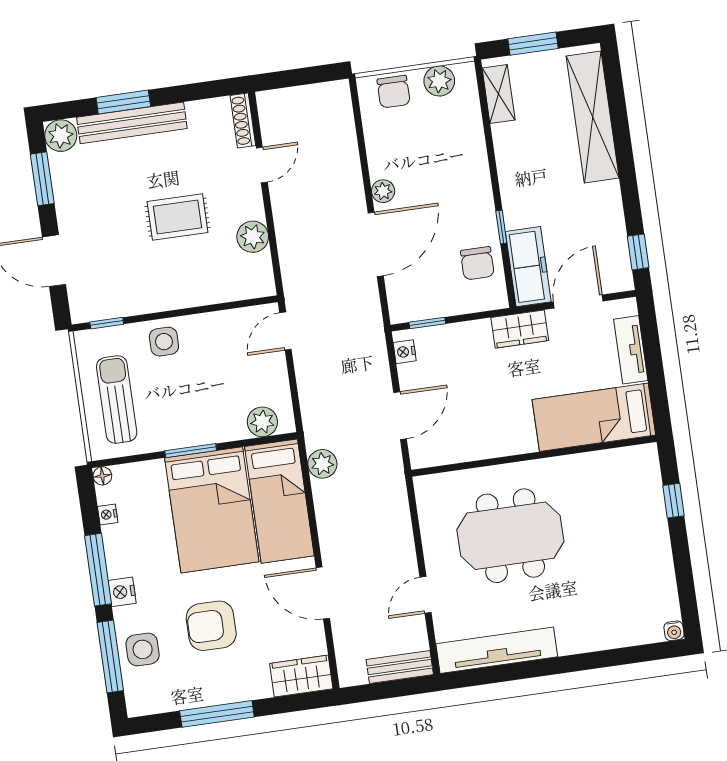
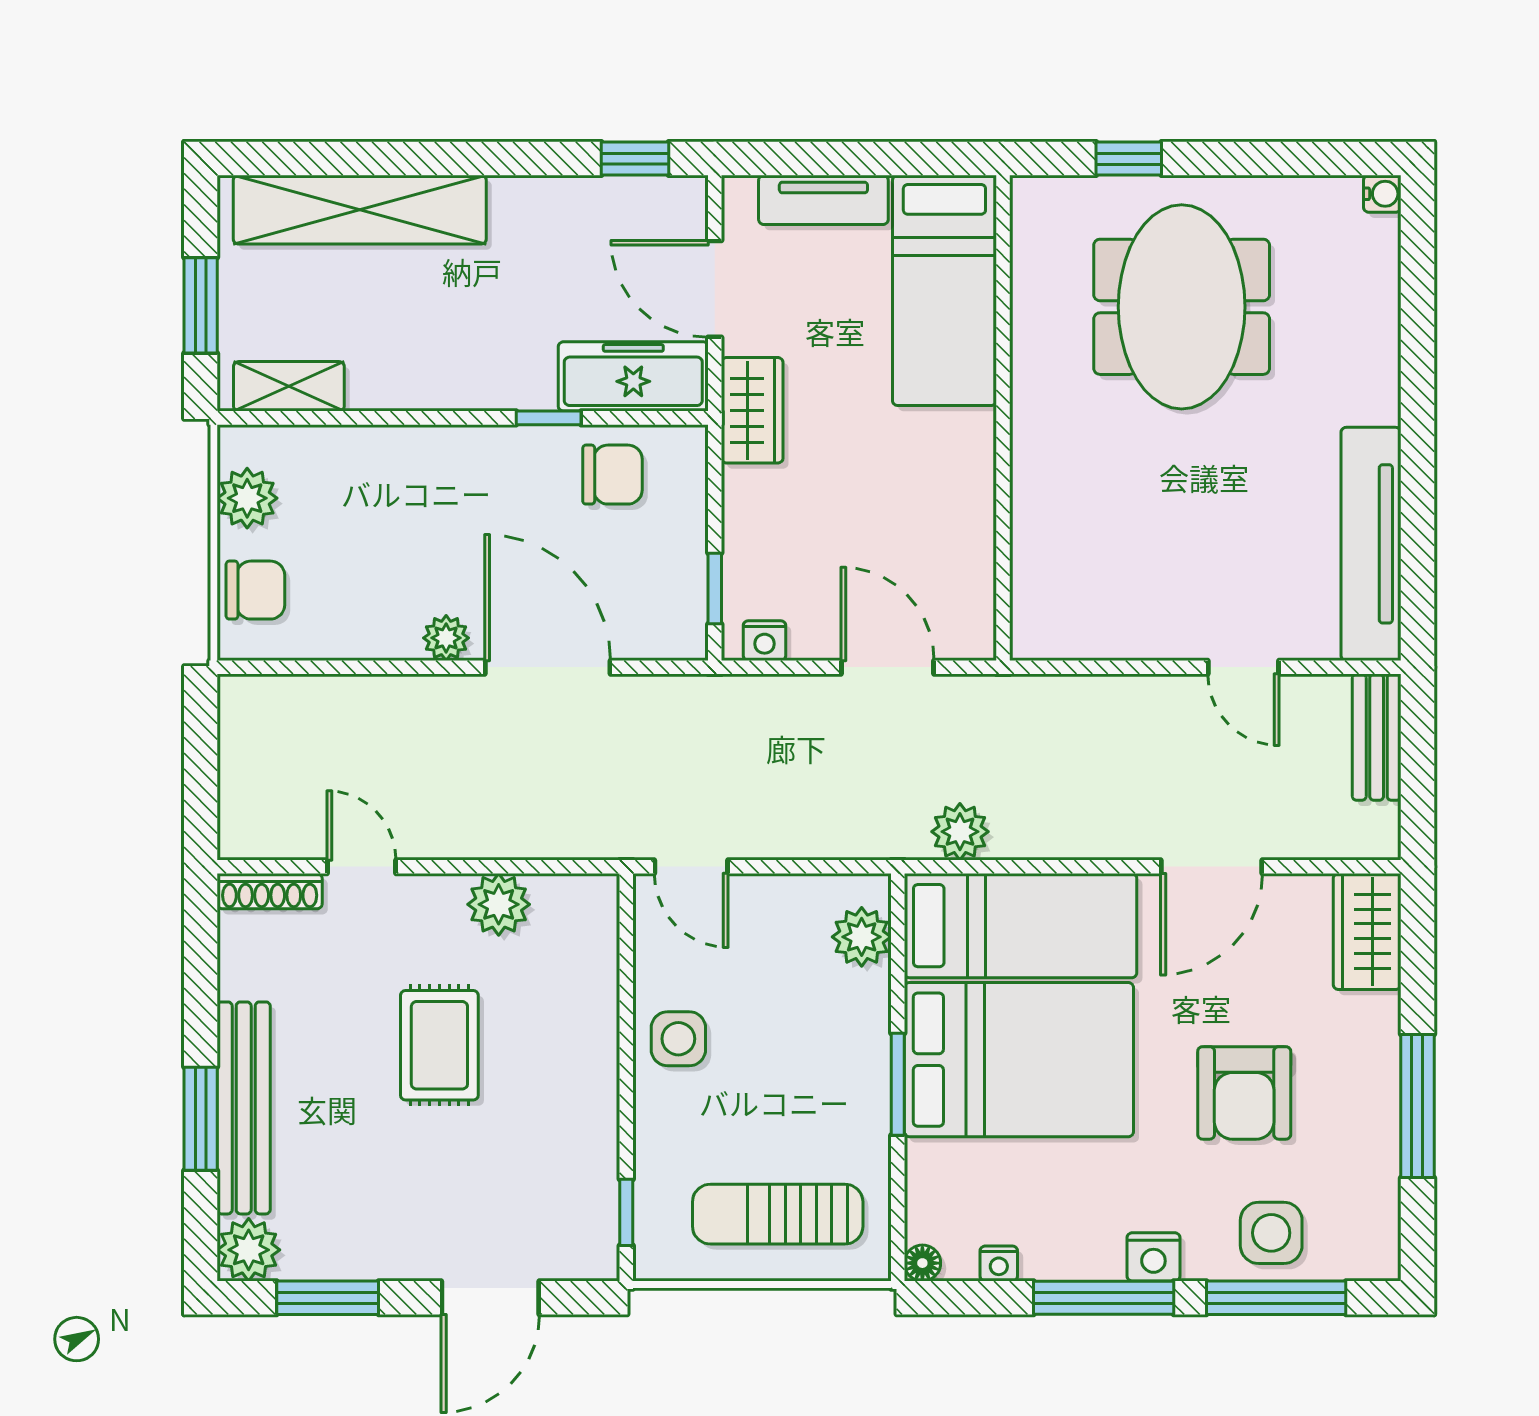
side table: (164, 342) -> (678, 1039), moved
meeting table: (510, 536) -> (1182, 307), moved

